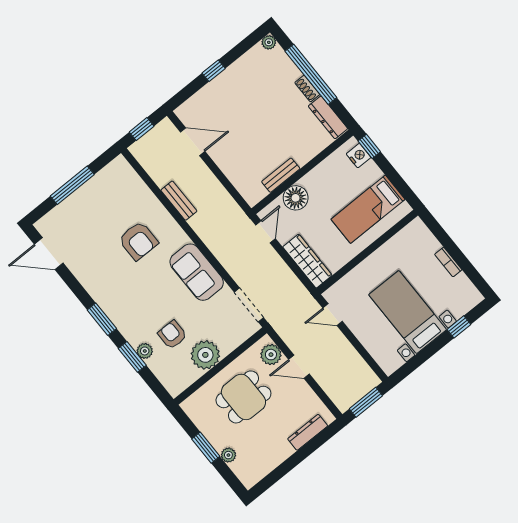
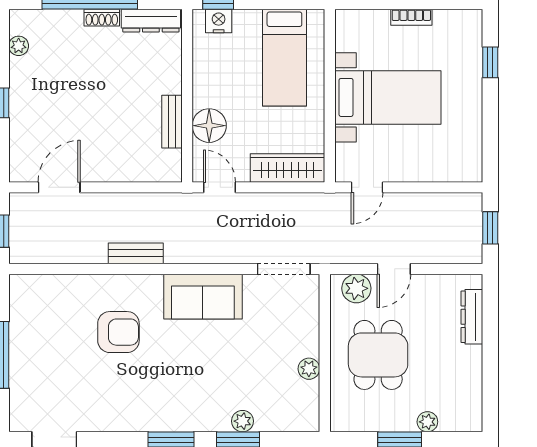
plant: (269, 42) -> (19, 46), moved
bench: (179, 201) -> (136, 253), moved
bed with nightstands: (408, 312) -> (388, 97), moved, turned 180
armchair: (172, 335) -> (249, 377), removed
plant: (205, 355) -> (309, 369), width x0.53, depth x0.53
window: (366, 402) -> (490, 228), width x0.67

